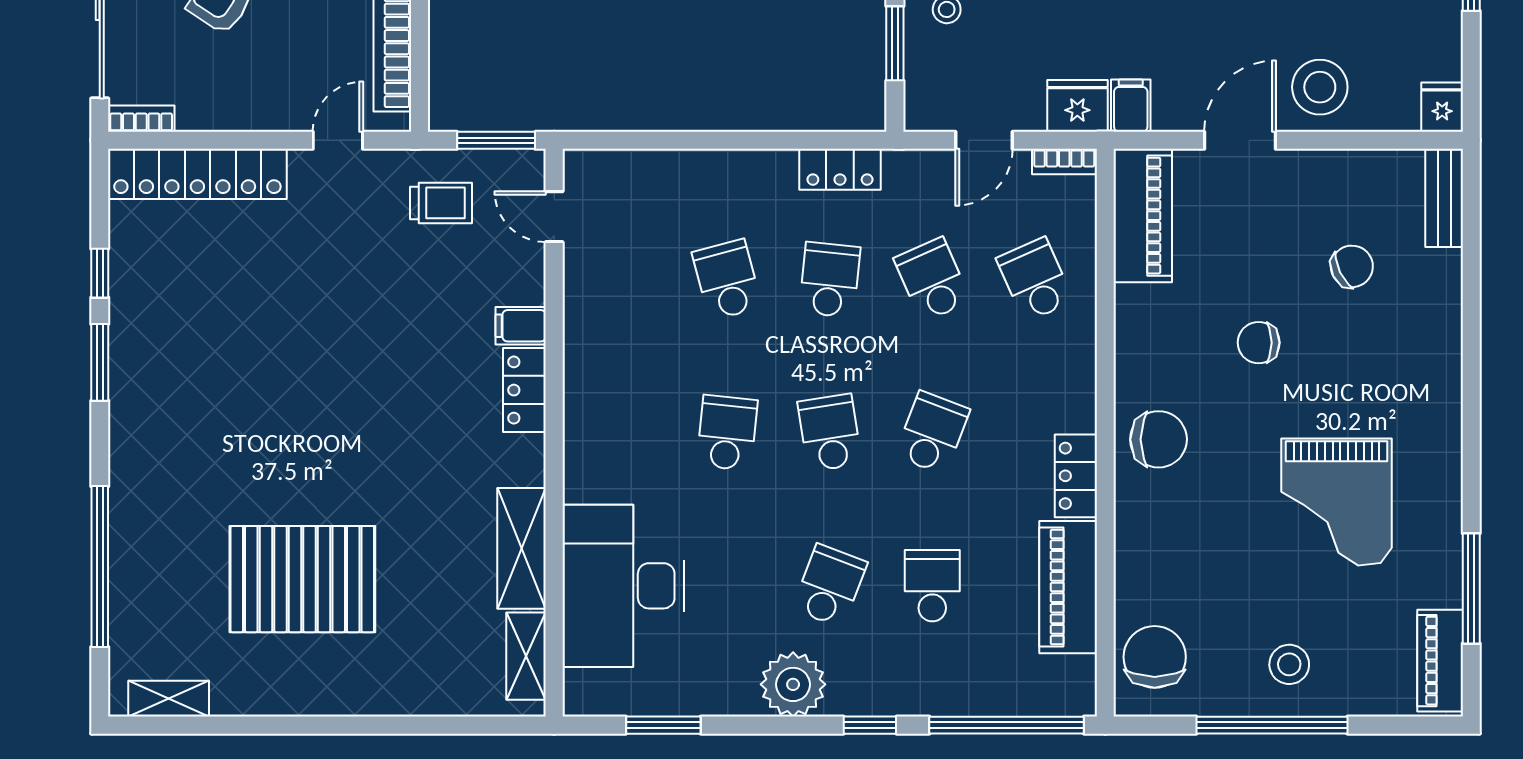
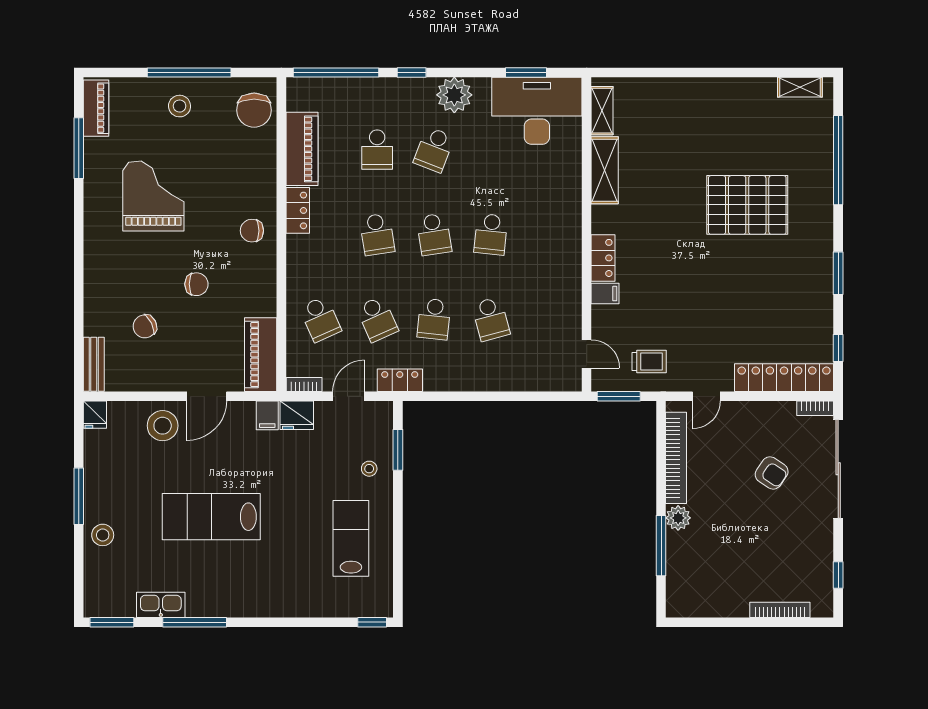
locker: (840, 169) -> (400, 380), moved
trolley: (441, 203) -> (649, 362), turned 180
window: (100, 273) -> (838, 348), moved
school desk: (932, 433) -> (377, 234), turned -30
chair: (1159, 439) -> (252, 231), width x0.73, depth x0.73
pallet: (302, 579) -> (747, 205), moved
desk: (623, 586) -> (537, 111), moved, turned -90

